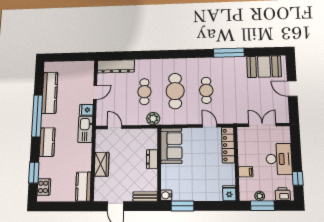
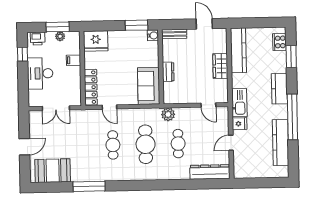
door: (292, 89) -> (24, 147), hinge flipped
kitchen counter: (83, 187) -> (238, 50), width x1.50
fridge: (229, 193) -> (96, 41), width x1.88, depth x1.34

